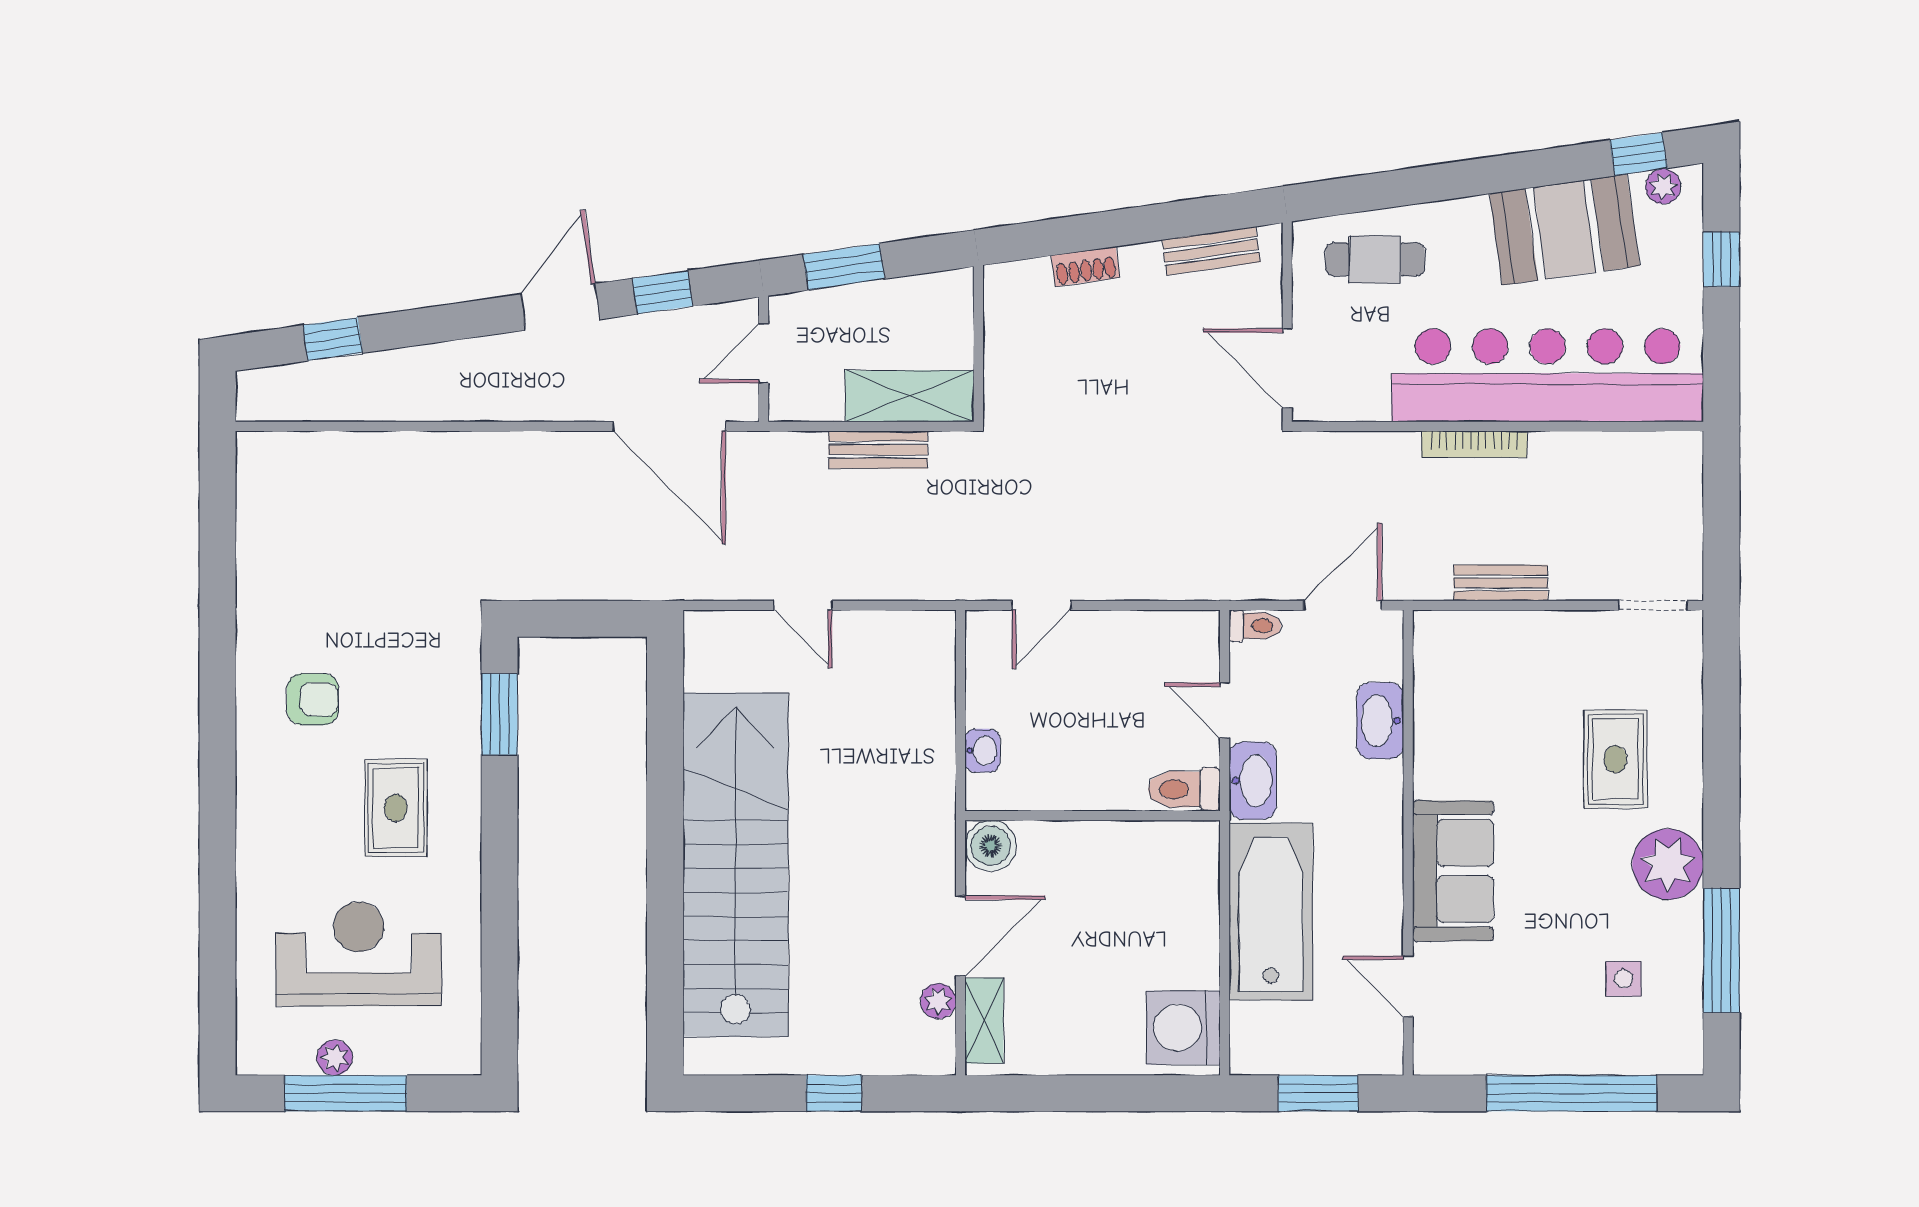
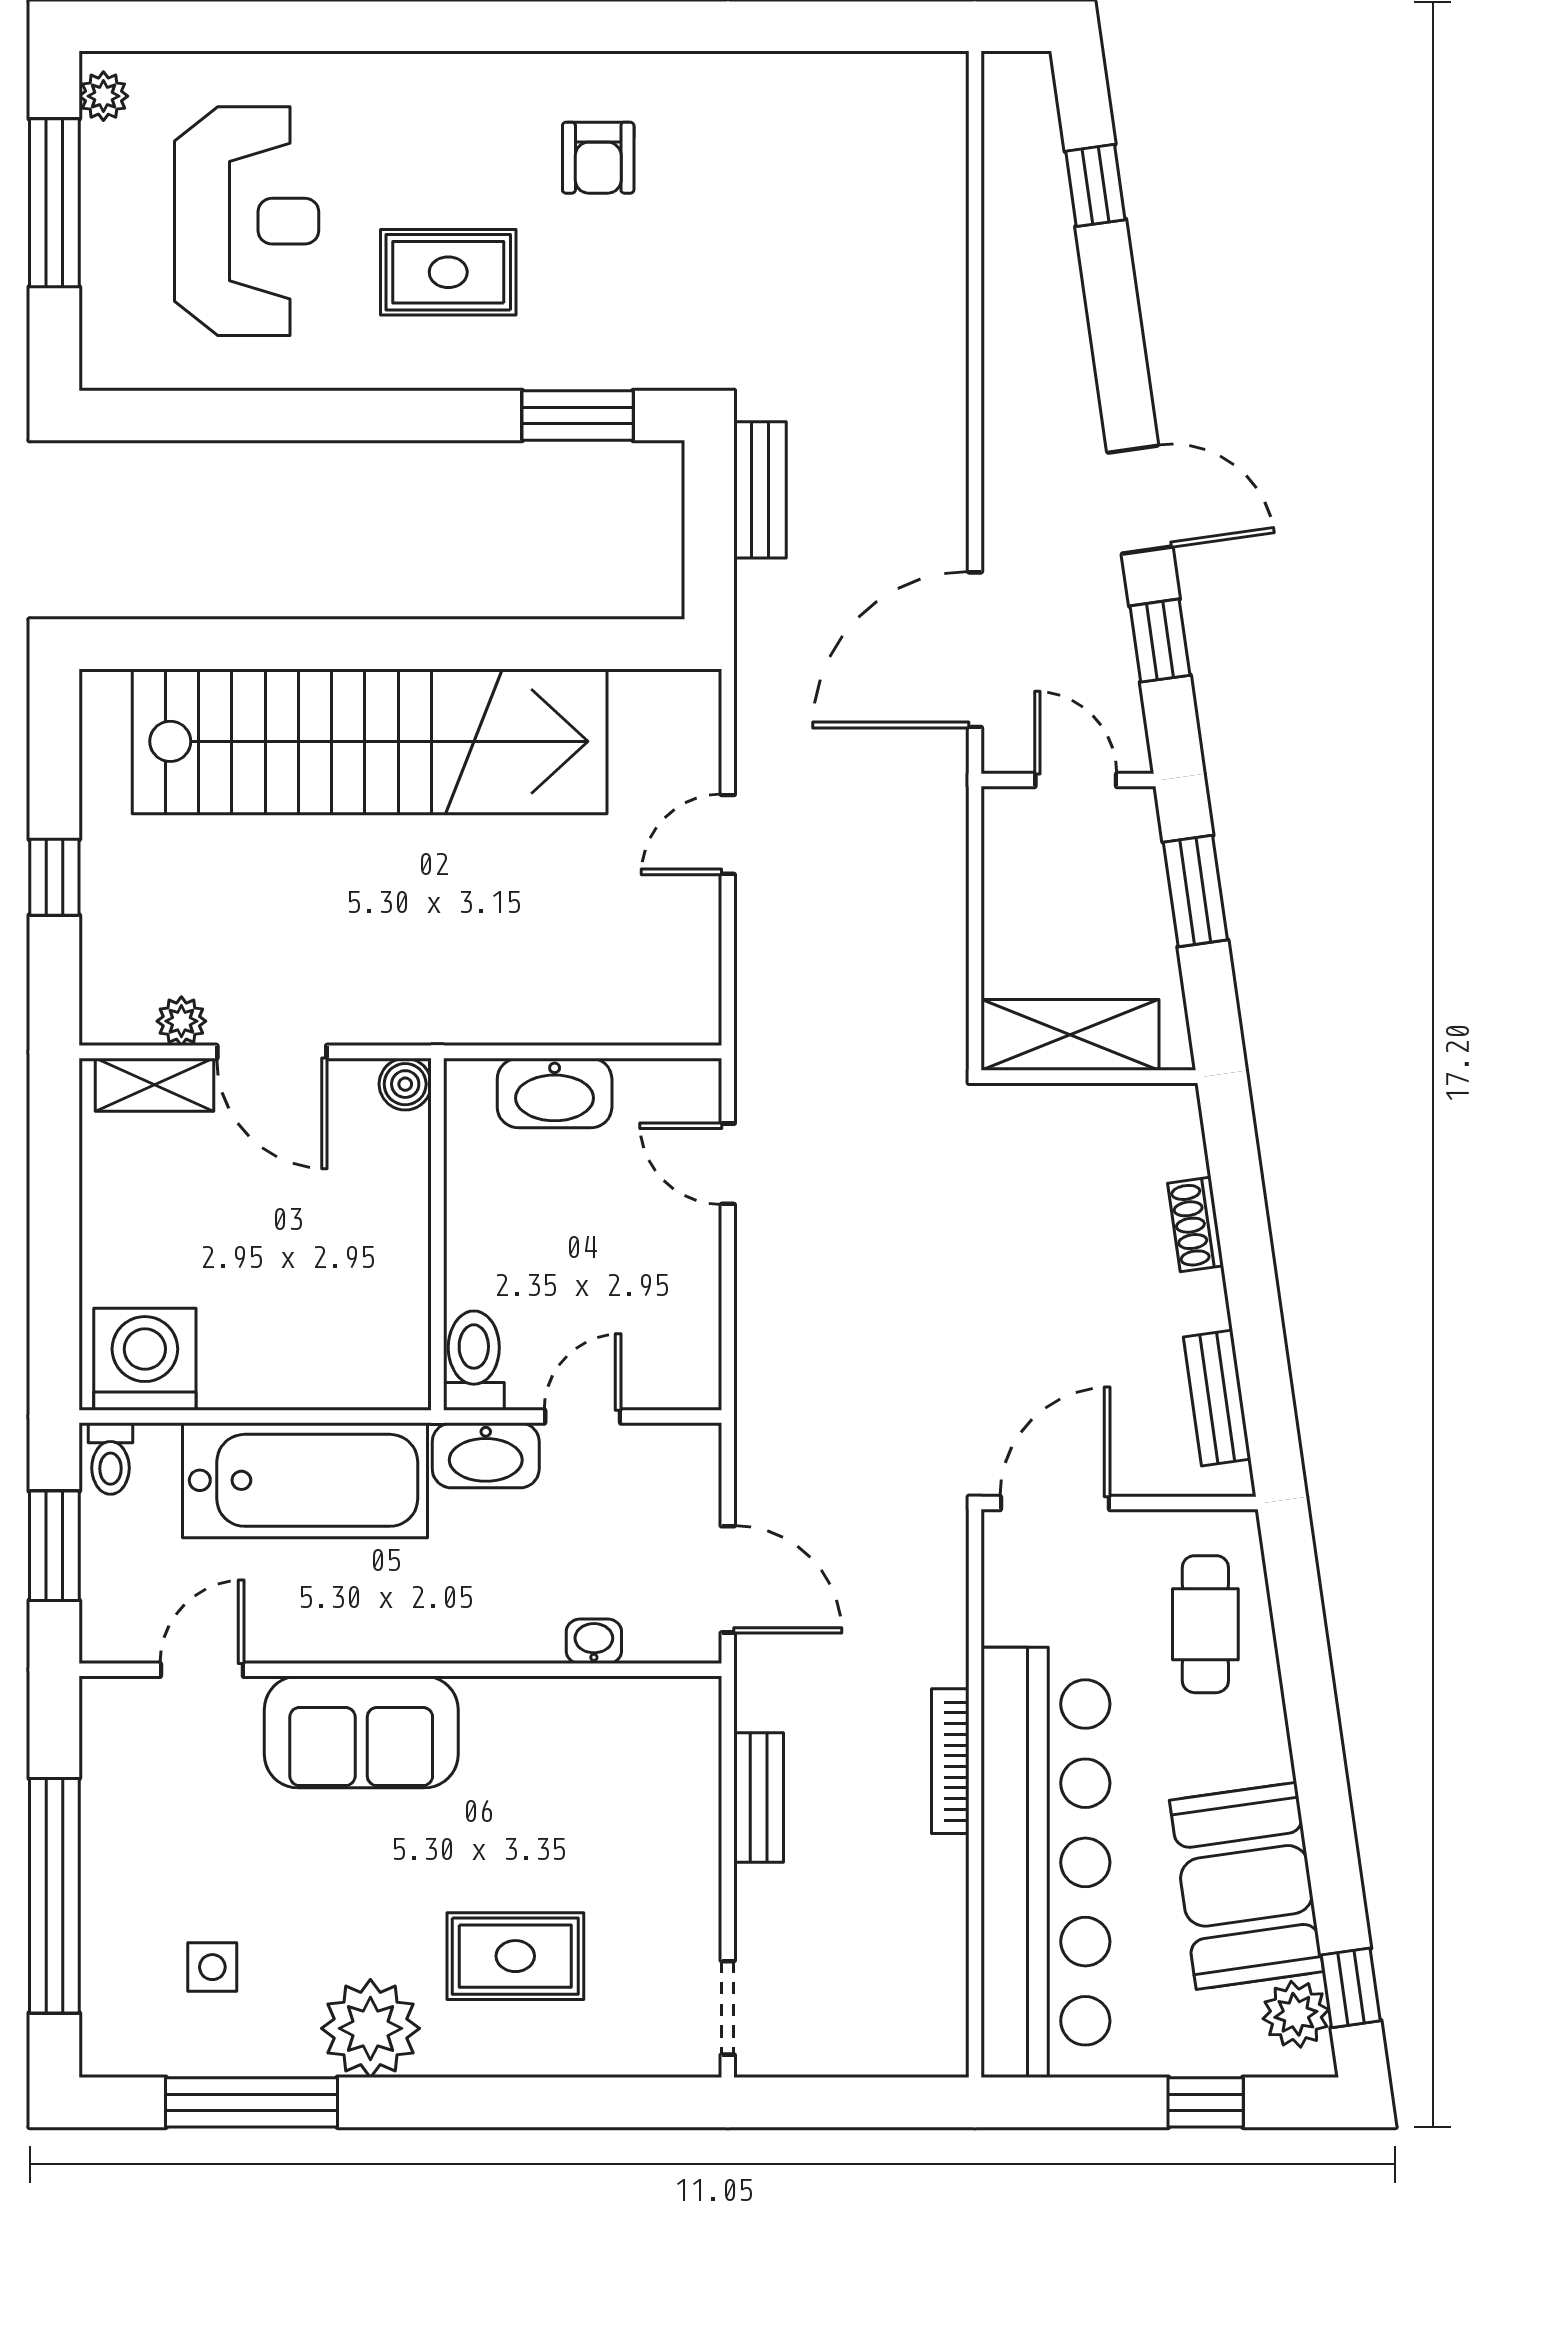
plant: (1663, 186) -> (1296, 2014), width x1.38, depth x1.38
shelving: (910, 396) -> (1070, 1035), moved, turned 90
bench: (878, 450) -> (760, 490), moved
toilet: (1255, 626) -> (110, 1459), moved
washbasin: (1380, 721) -> (594, 1641), width x0.52, depth x0.69
washbasin: (982, 751) -> (555, 1093), width x1.91, depth x1.45
boiler: (991, 846) -> (405, 1084), width x0.73, depth x0.73
plant: (335, 1058) -> (103, 96), moved

